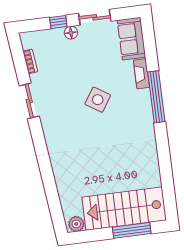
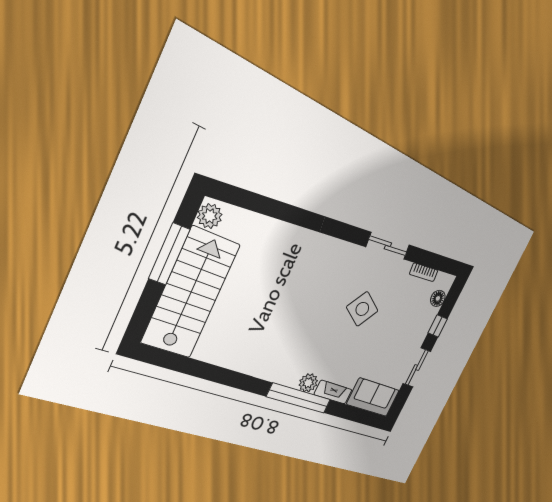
floor lamp: (71, 33) -> (438, 298), moved
plant: (143, 97) -> (308, 383), added
side table: (98, 100) -> (362, 309), moved
window: (132, 230) -> (169, 254), moved

